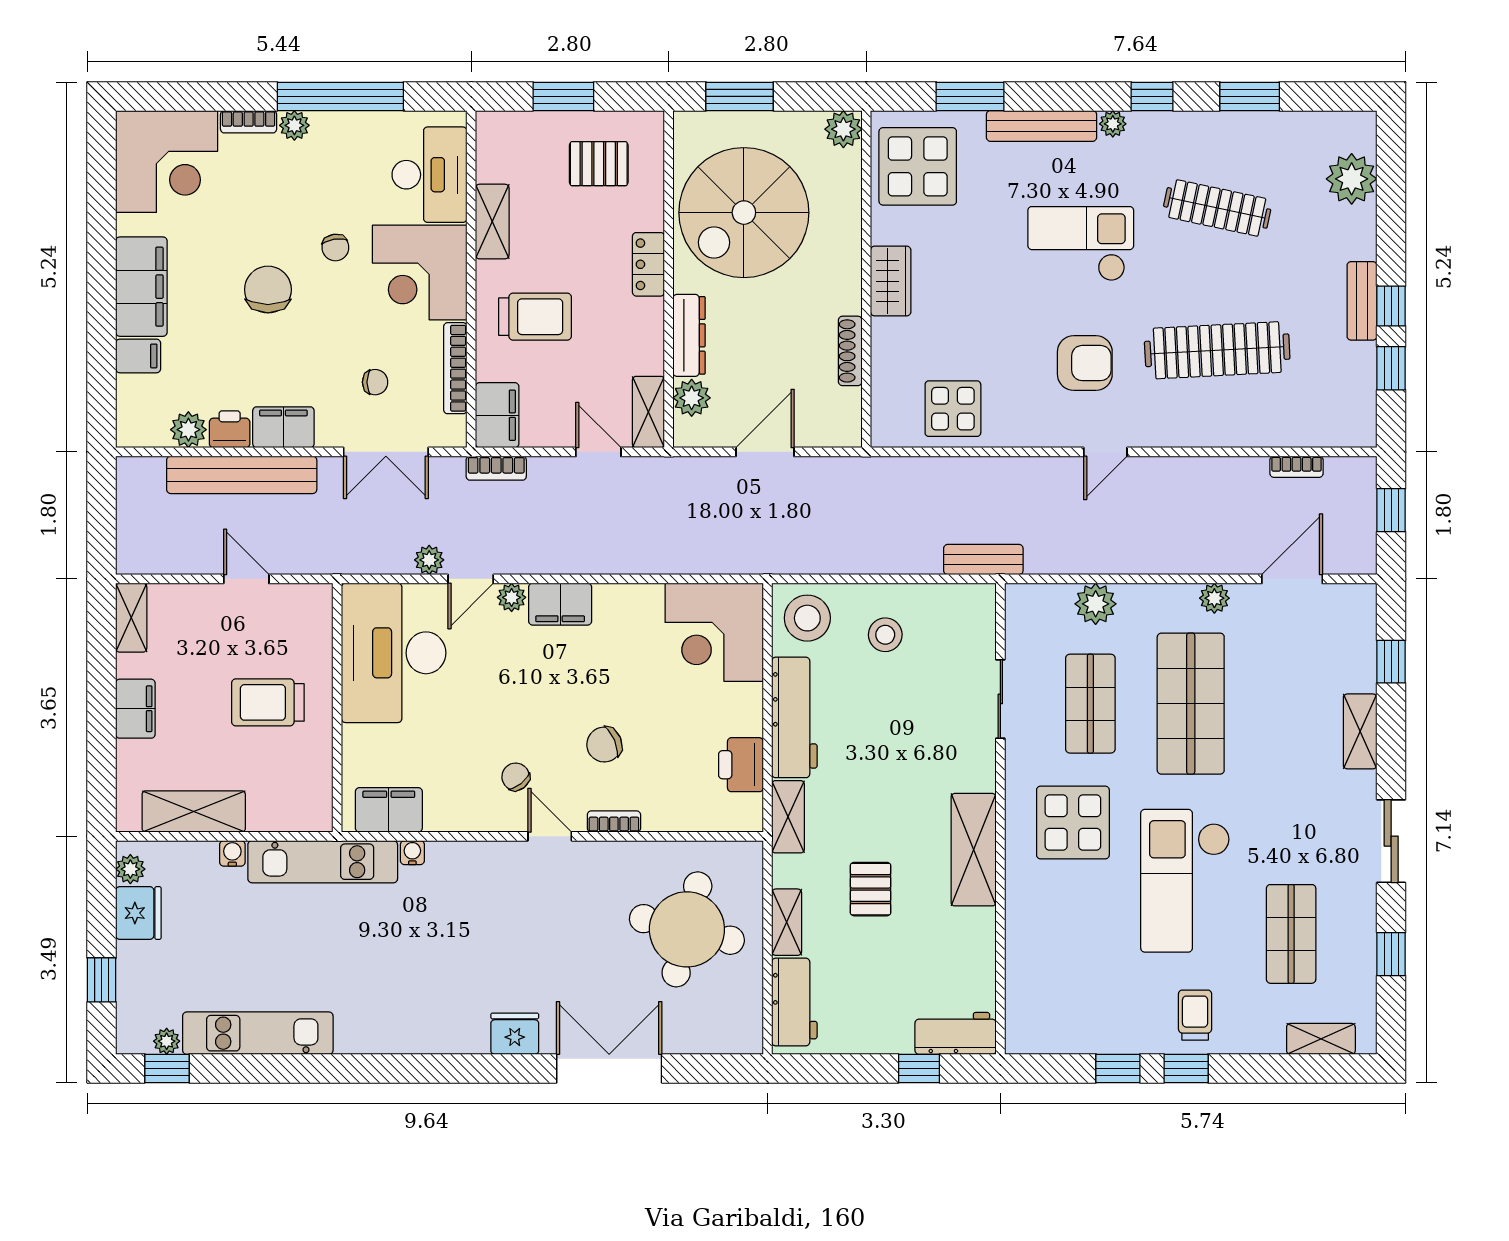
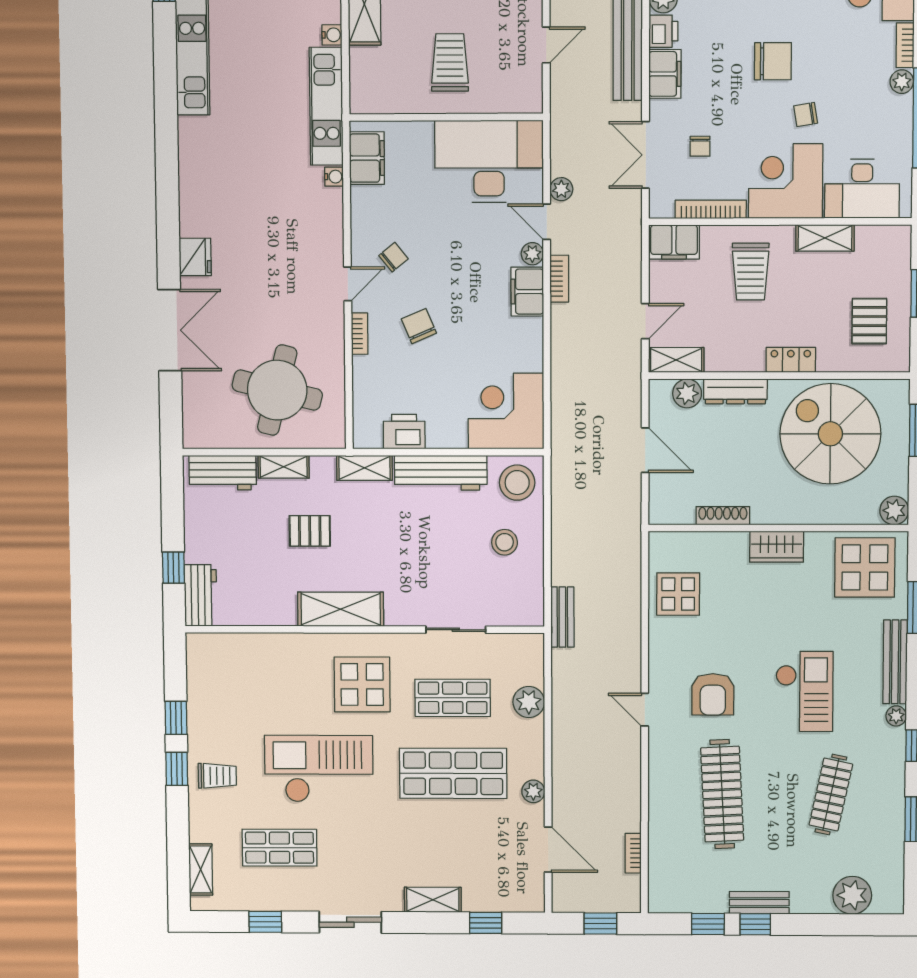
bookcase: (496, 468) -> (559, 279), moved, turned 180

